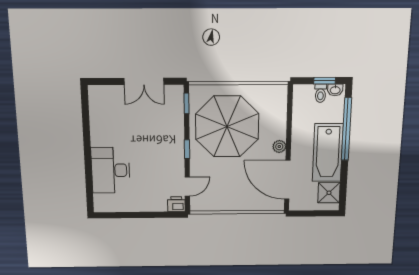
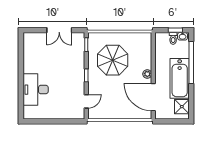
parasol: (227, 126) -> (113, 60), width x0.73, depth x0.73
printer: (176, 204) -> (79, 114), removed

